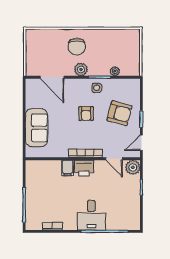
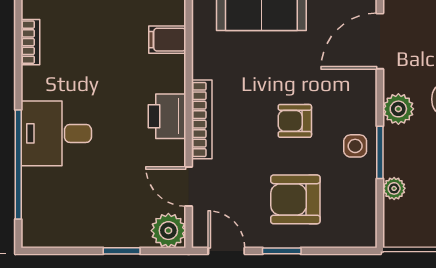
armchair: (120, 113) -> (295, 199), turned 75
door: (114, 159) -> (189, 187), hinge flipped
filing cabinet: (68, 168) -> (167, 40), moved

